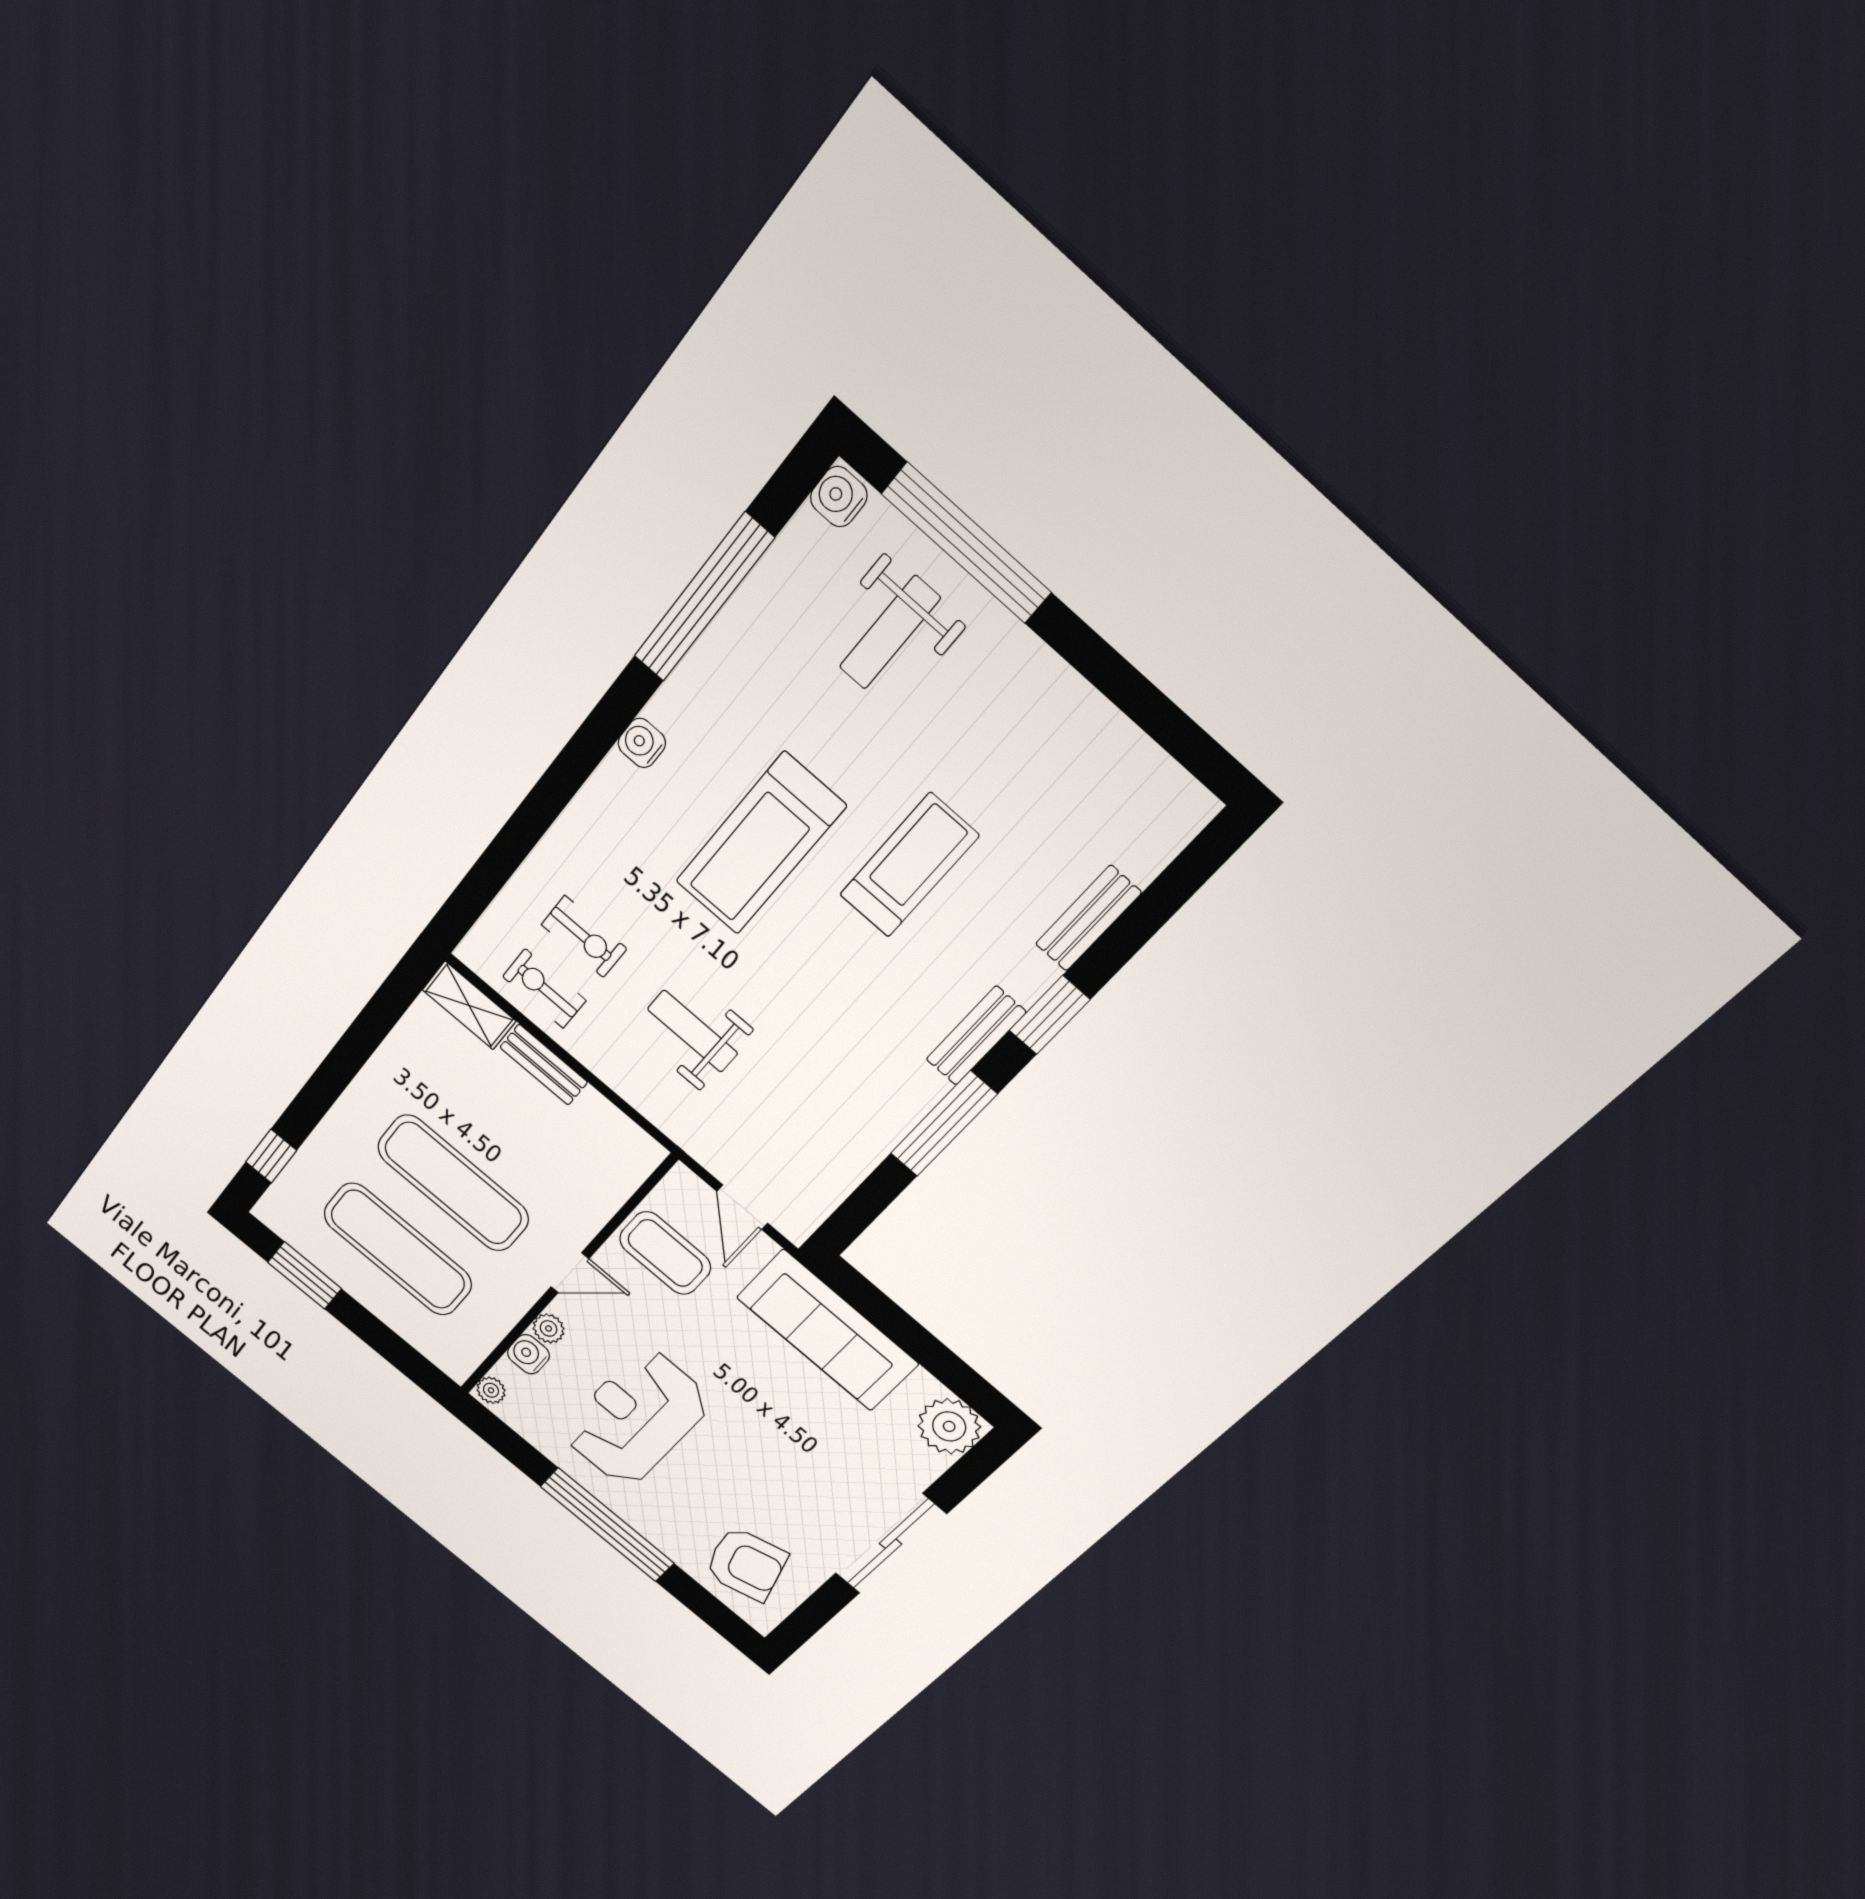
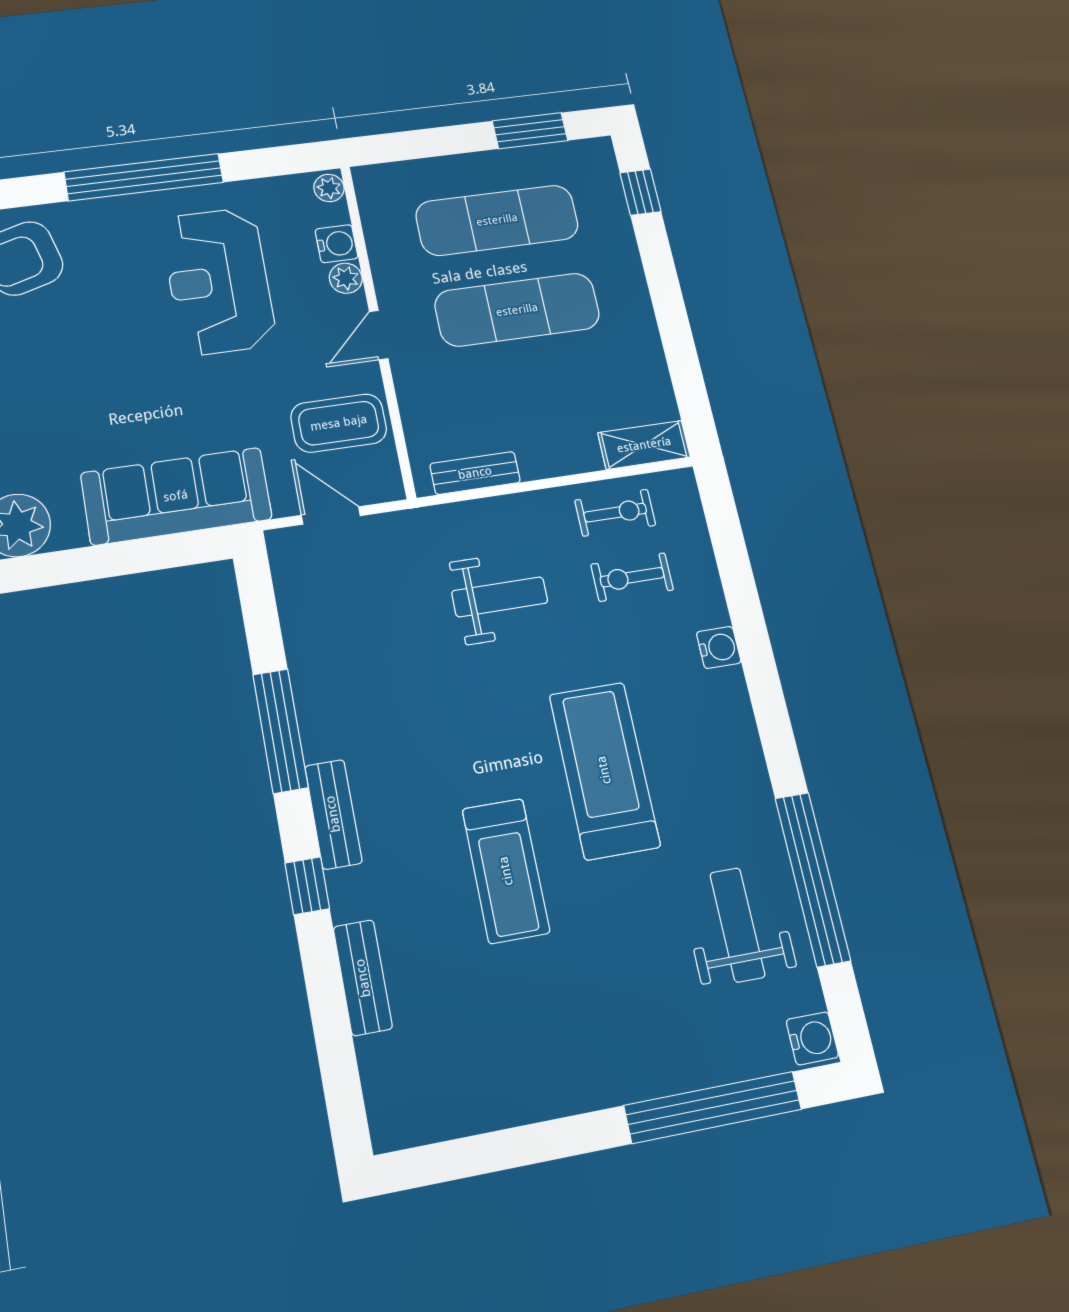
weight bench: (890, 632) -> (737, 925), moved
water cooler: (642, 743) -> (719, 647), moved
window: (1049, 1015) -> (307, 886), width x0.67
bench: (544, 1065) -> (475, 473), moved
reception desk: (636, 1418) -> (218, 281), turned 180

